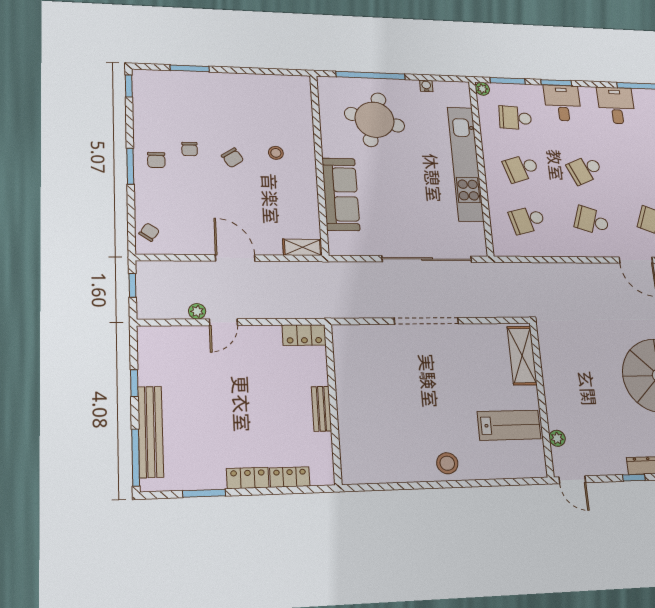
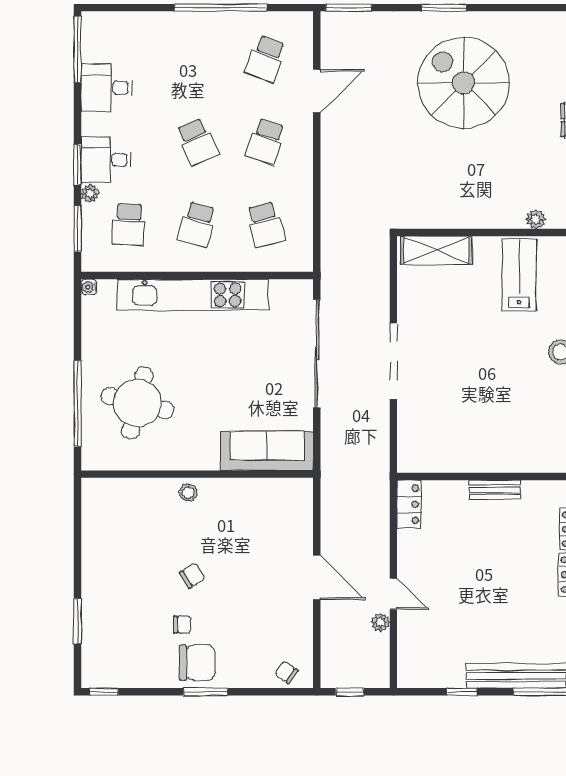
water cooler: (426, 86) -> (89, 287), moved
plant: (482, 89) -> (90, 194), moved
stool: (276, 153) -> (188, 493), moved
chair: (156, 160) -> (197, 663), width x1.87, depth x1.87
school desk: (521, 168) -> (197, 224), turned 33
sofa: (341, 194) -> (267, 451), moved
shelving: (302, 247) -> (303, 500), removed
door: (235, 258) -> (317, 578), swing flipped

